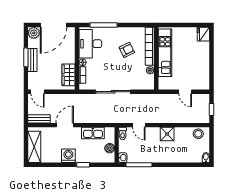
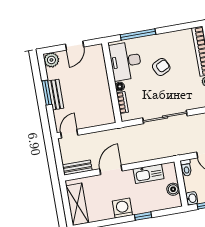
door: (53, 25) -> (75, 46), width x0.53
armchair: (127, 50) -> (161, 67), moved
wardrobe: (69, 75) -> (105, 105), removed
door: (38, 92) -> (69, 134), swing flipped

